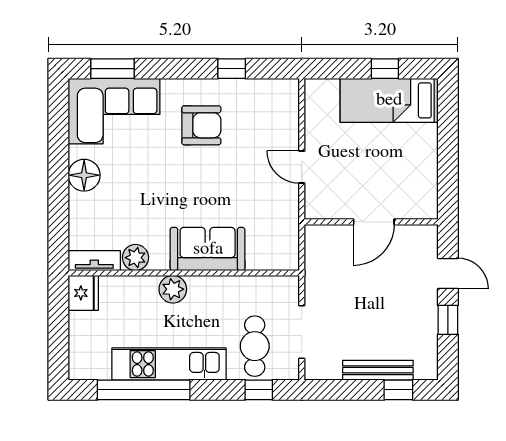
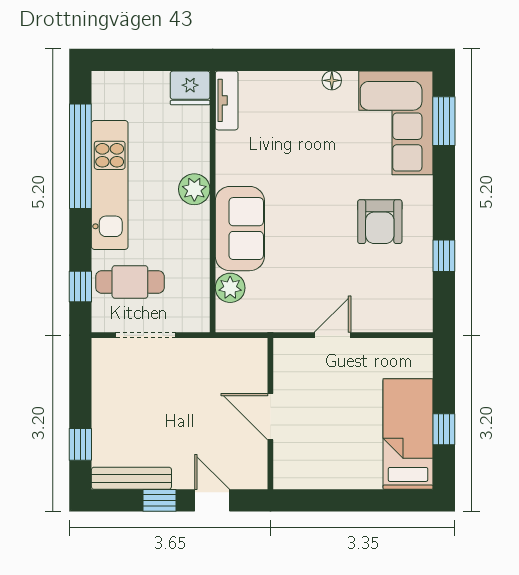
floor lamp: (84, 175) -> (332, 80), width x0.53, depth x0.53
plant: (135, 258) -> (230, 288), moved
door: (448, 274) -> (212, 500), swing flipped
bench: (378, 370) -> (131, 478), moved, turned 90

